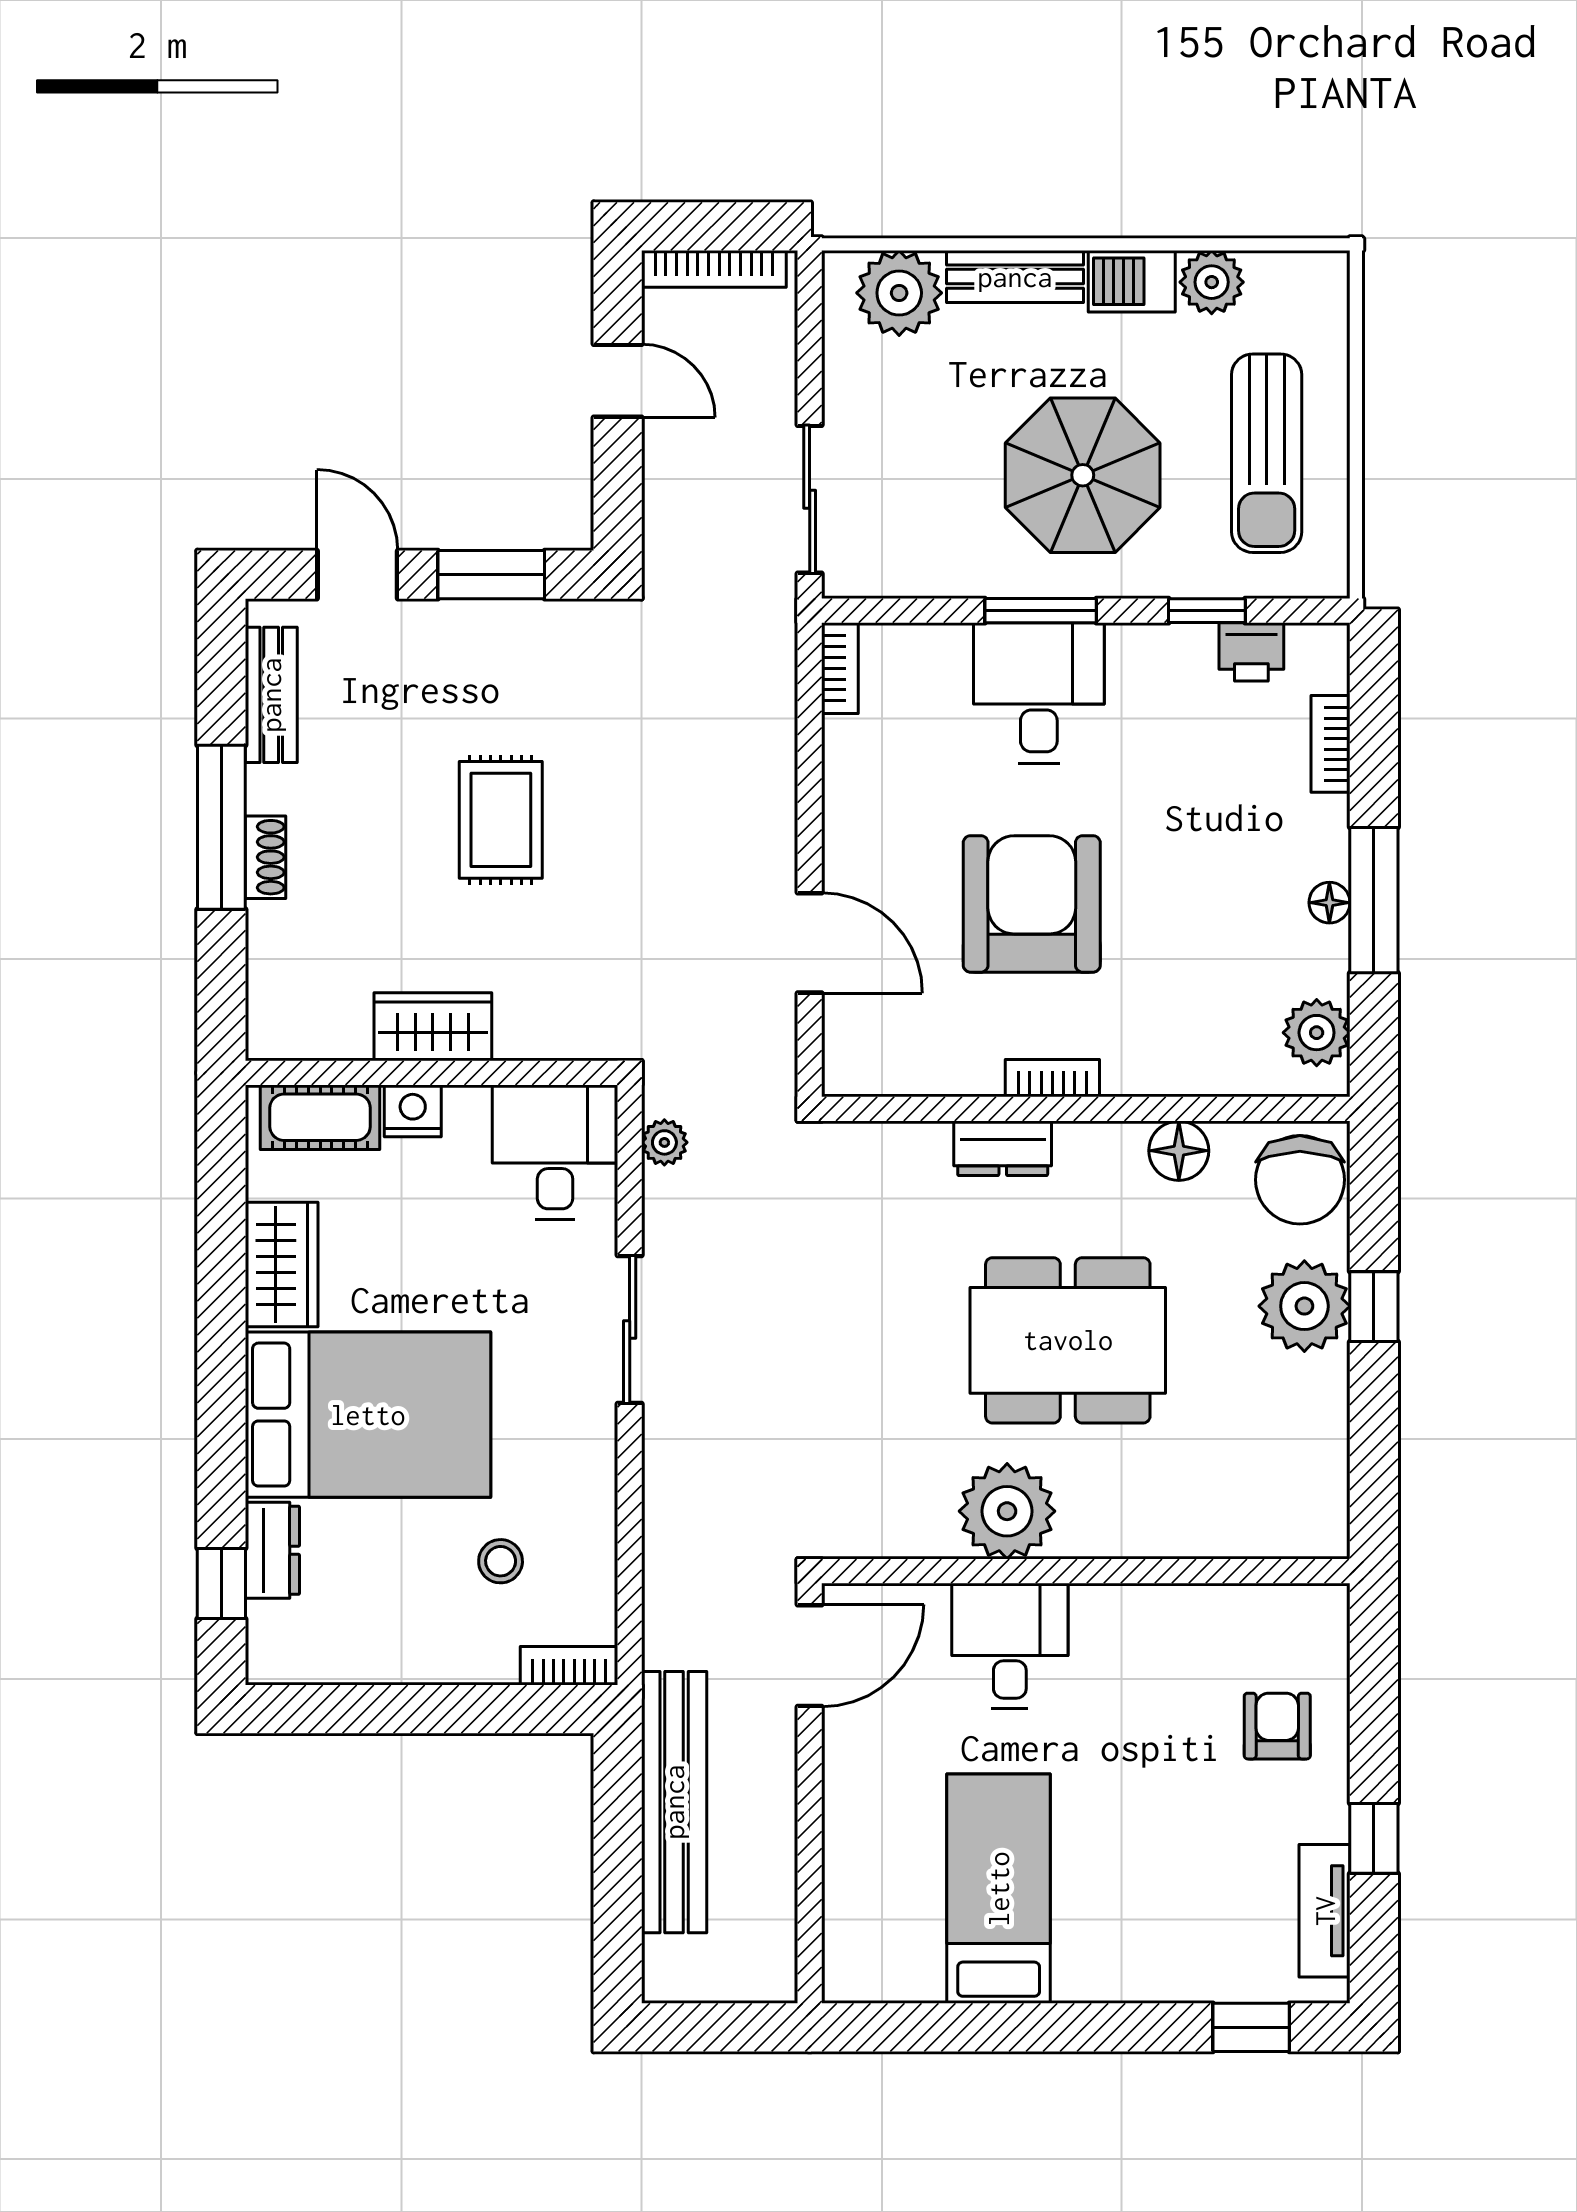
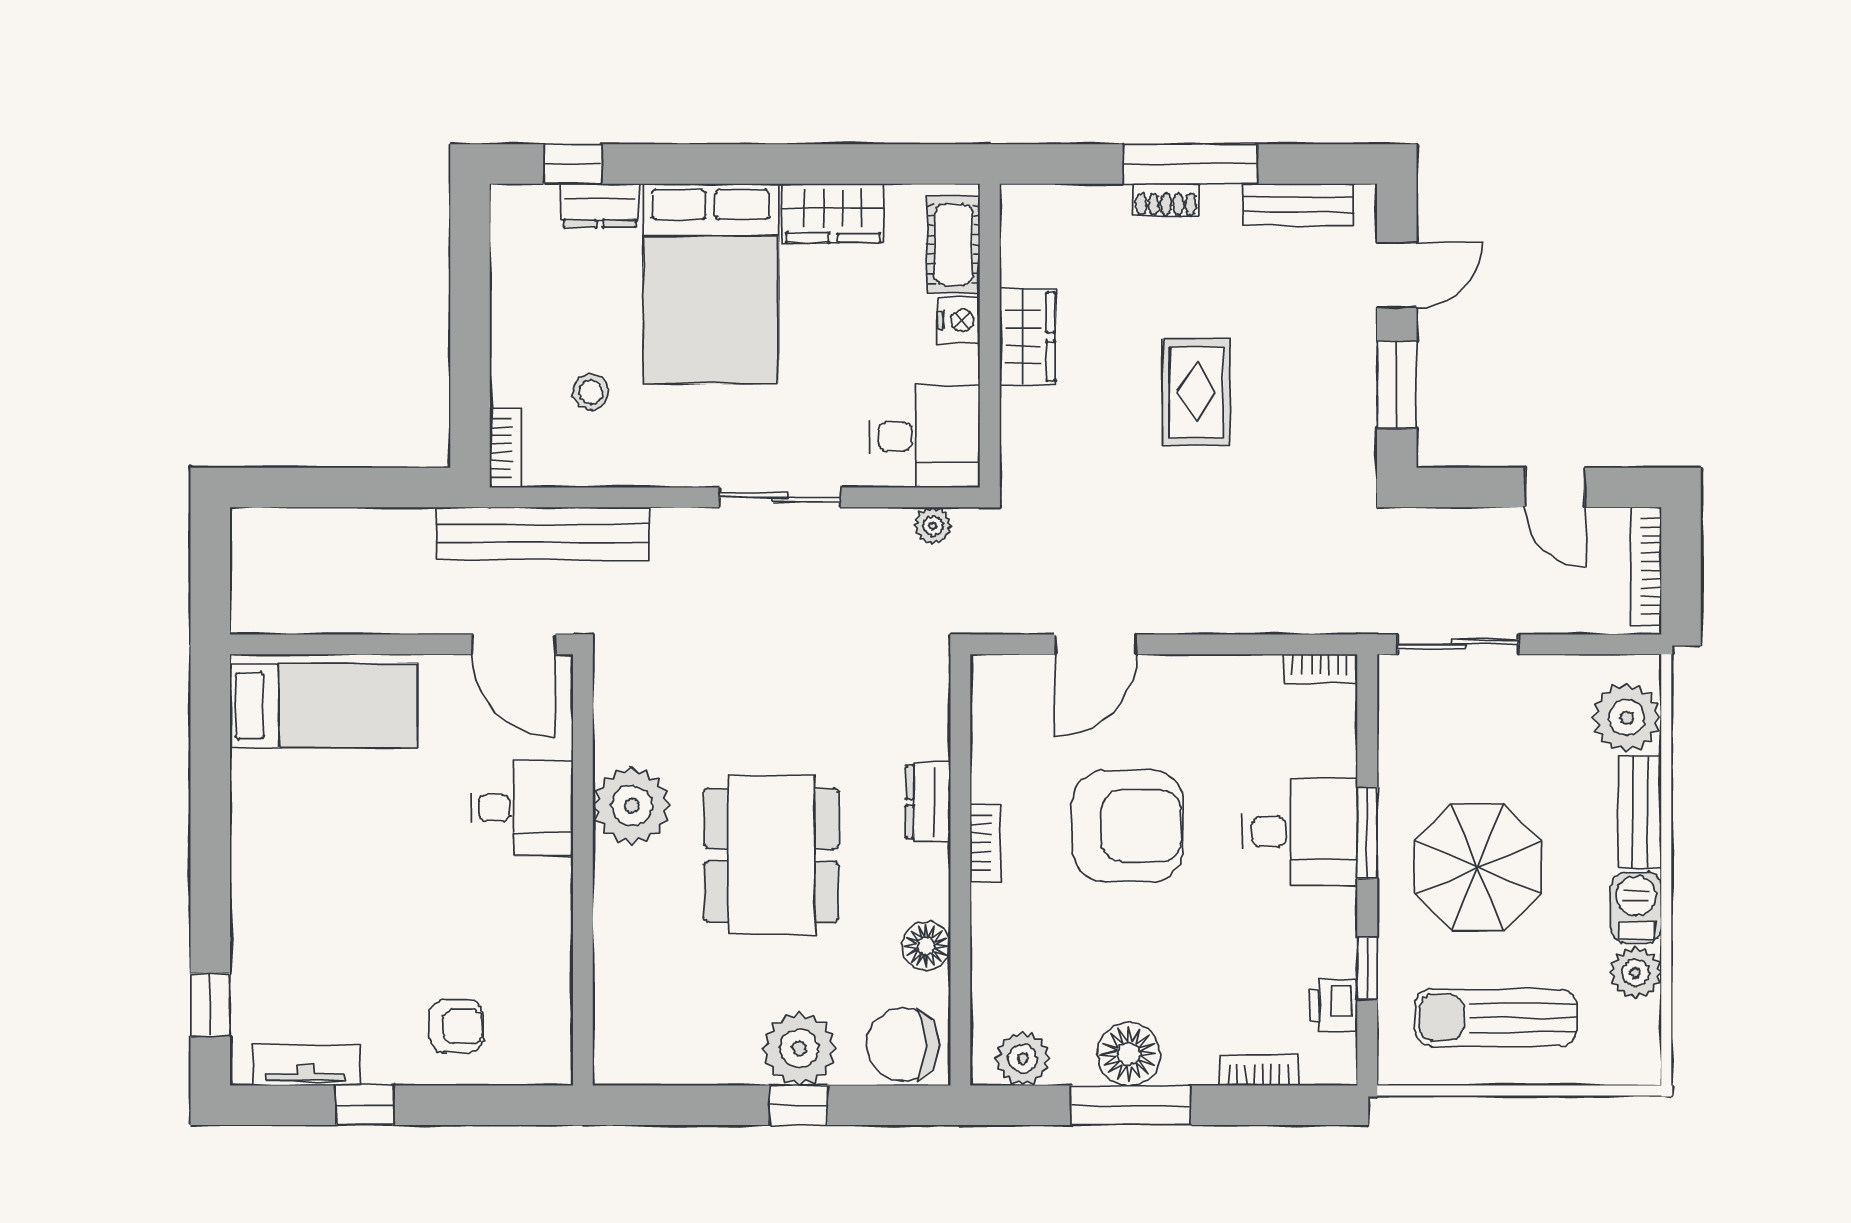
door: (618, 381) -> (1555, 488), hinge flipped
rug: (501, 820) -> (1196, 392), turned 90
floor lamp: (1329, 903) -> (1129, 1054), width x1.89, depth x1.89
bench: (674, 1802) -> (543, 534), moved
bed: (999, 1889) -> (324, 706), moved

